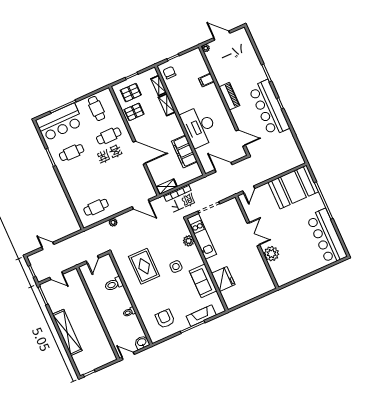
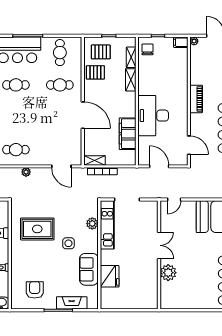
filing cabinet: (206, 80) -> (181, 42), moved
rug: (144, 266) -> (37, 229), turned 90

